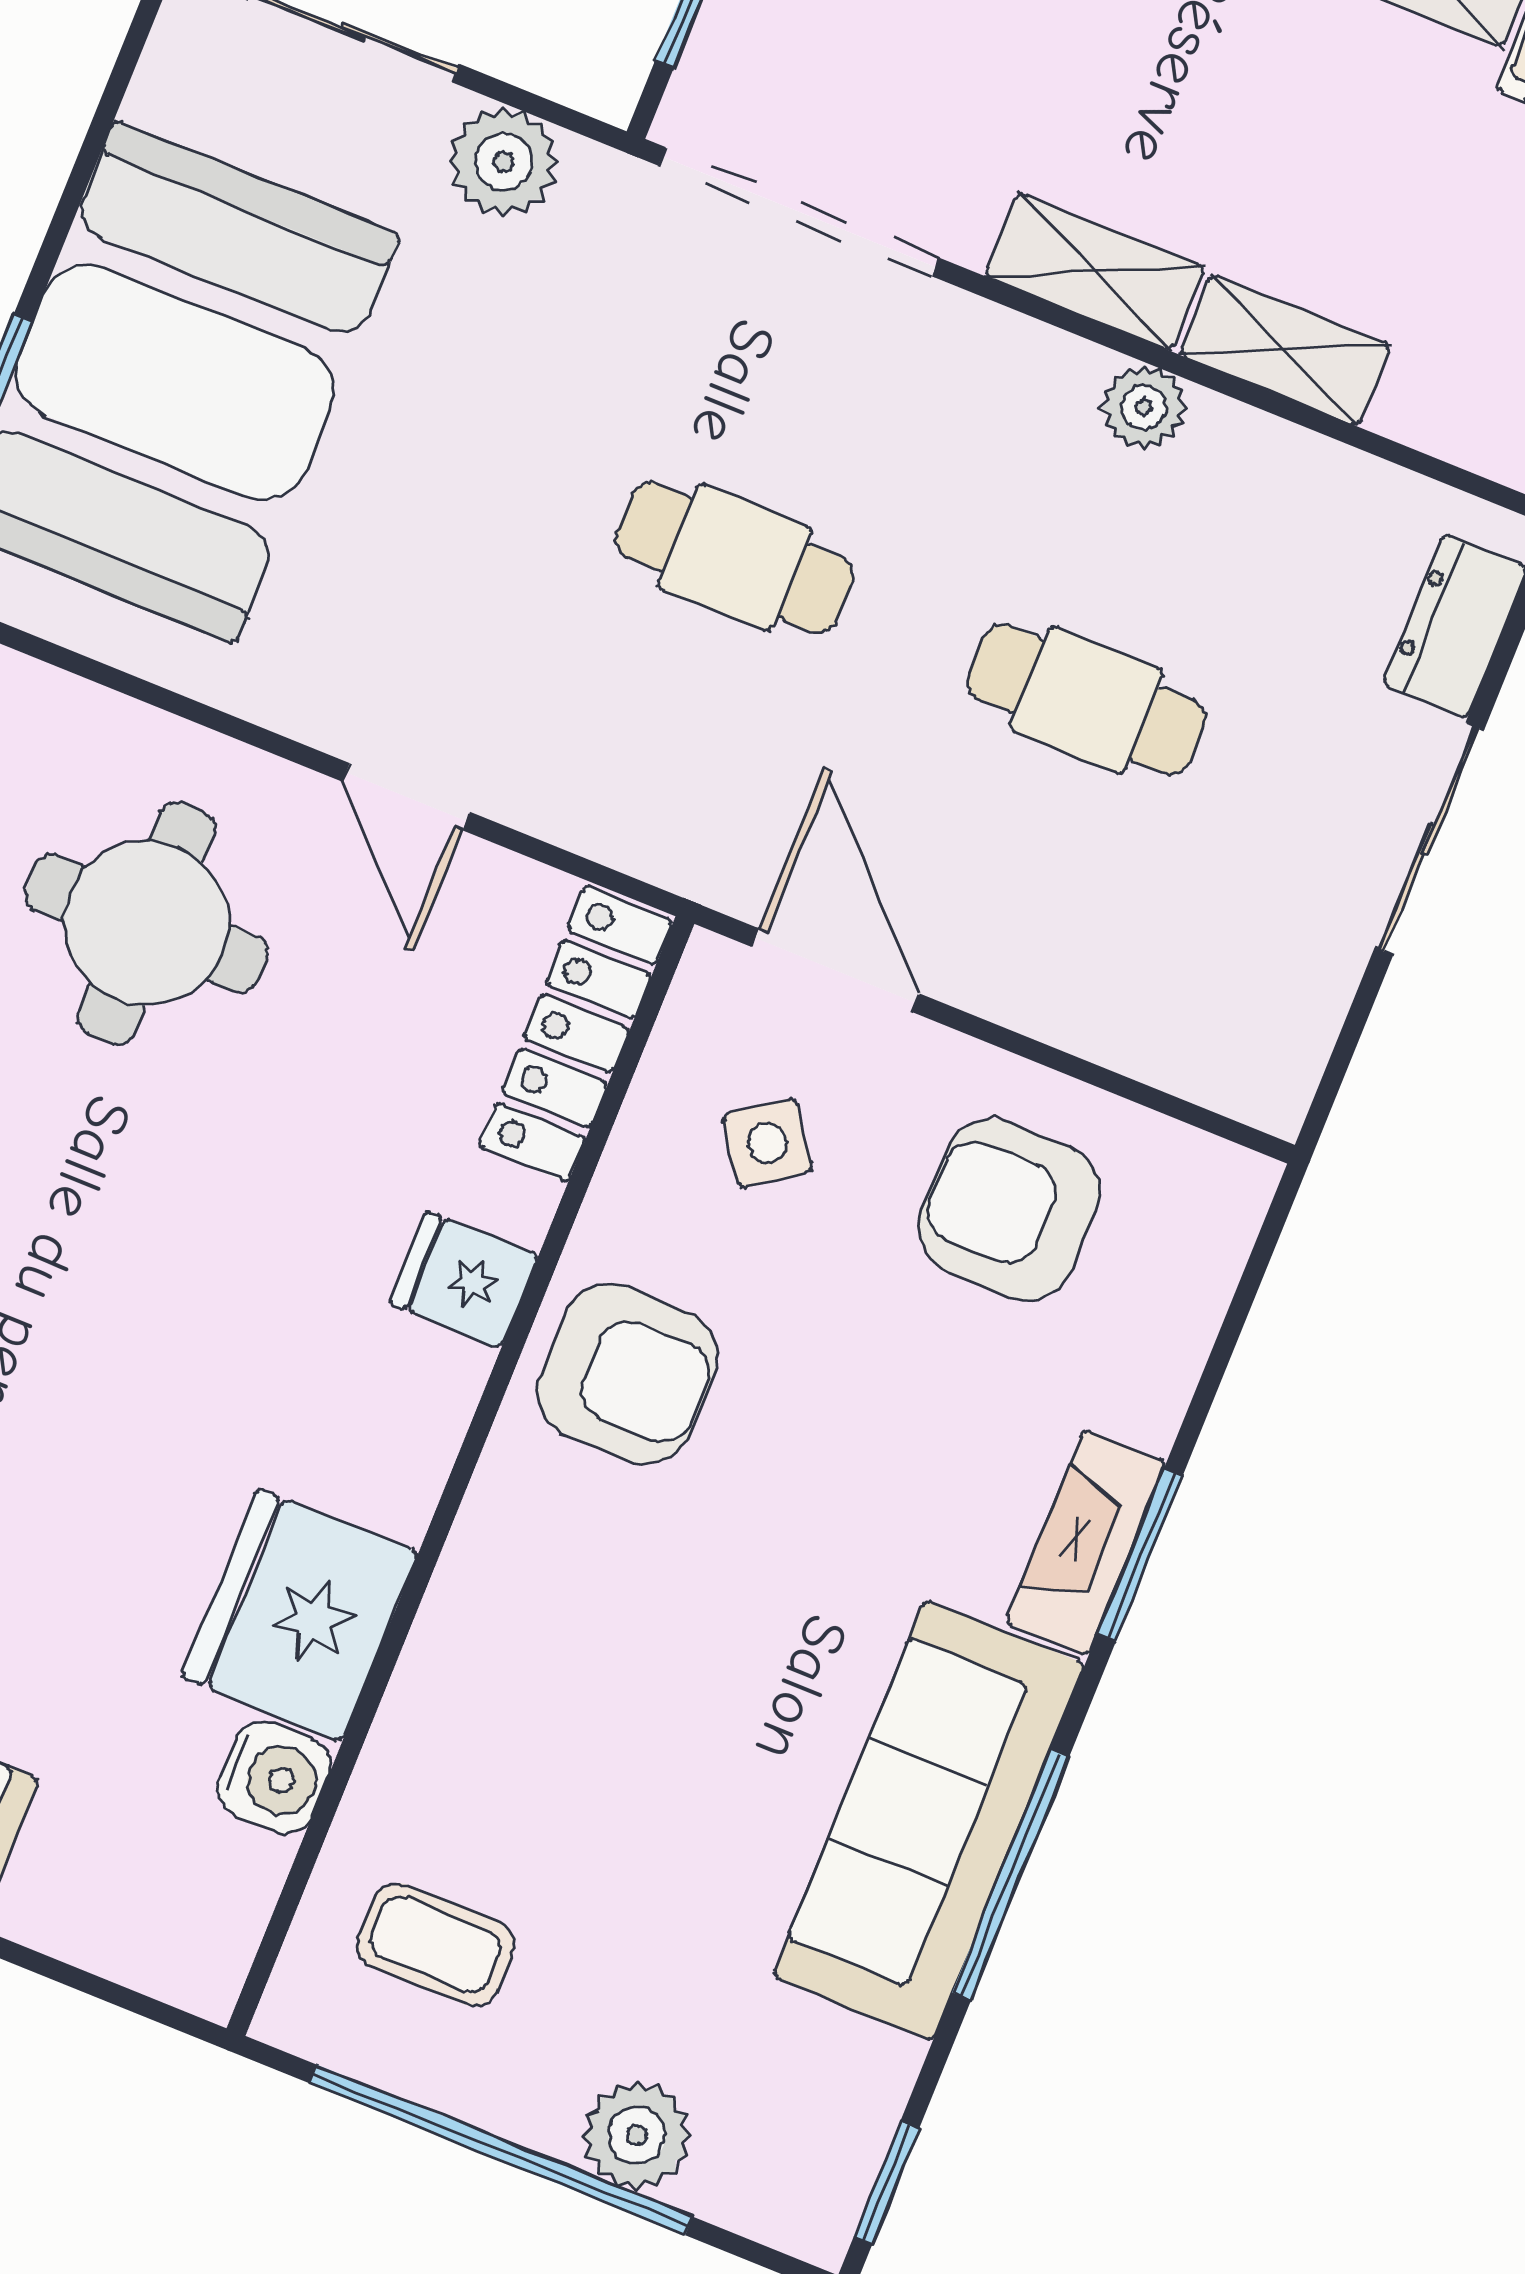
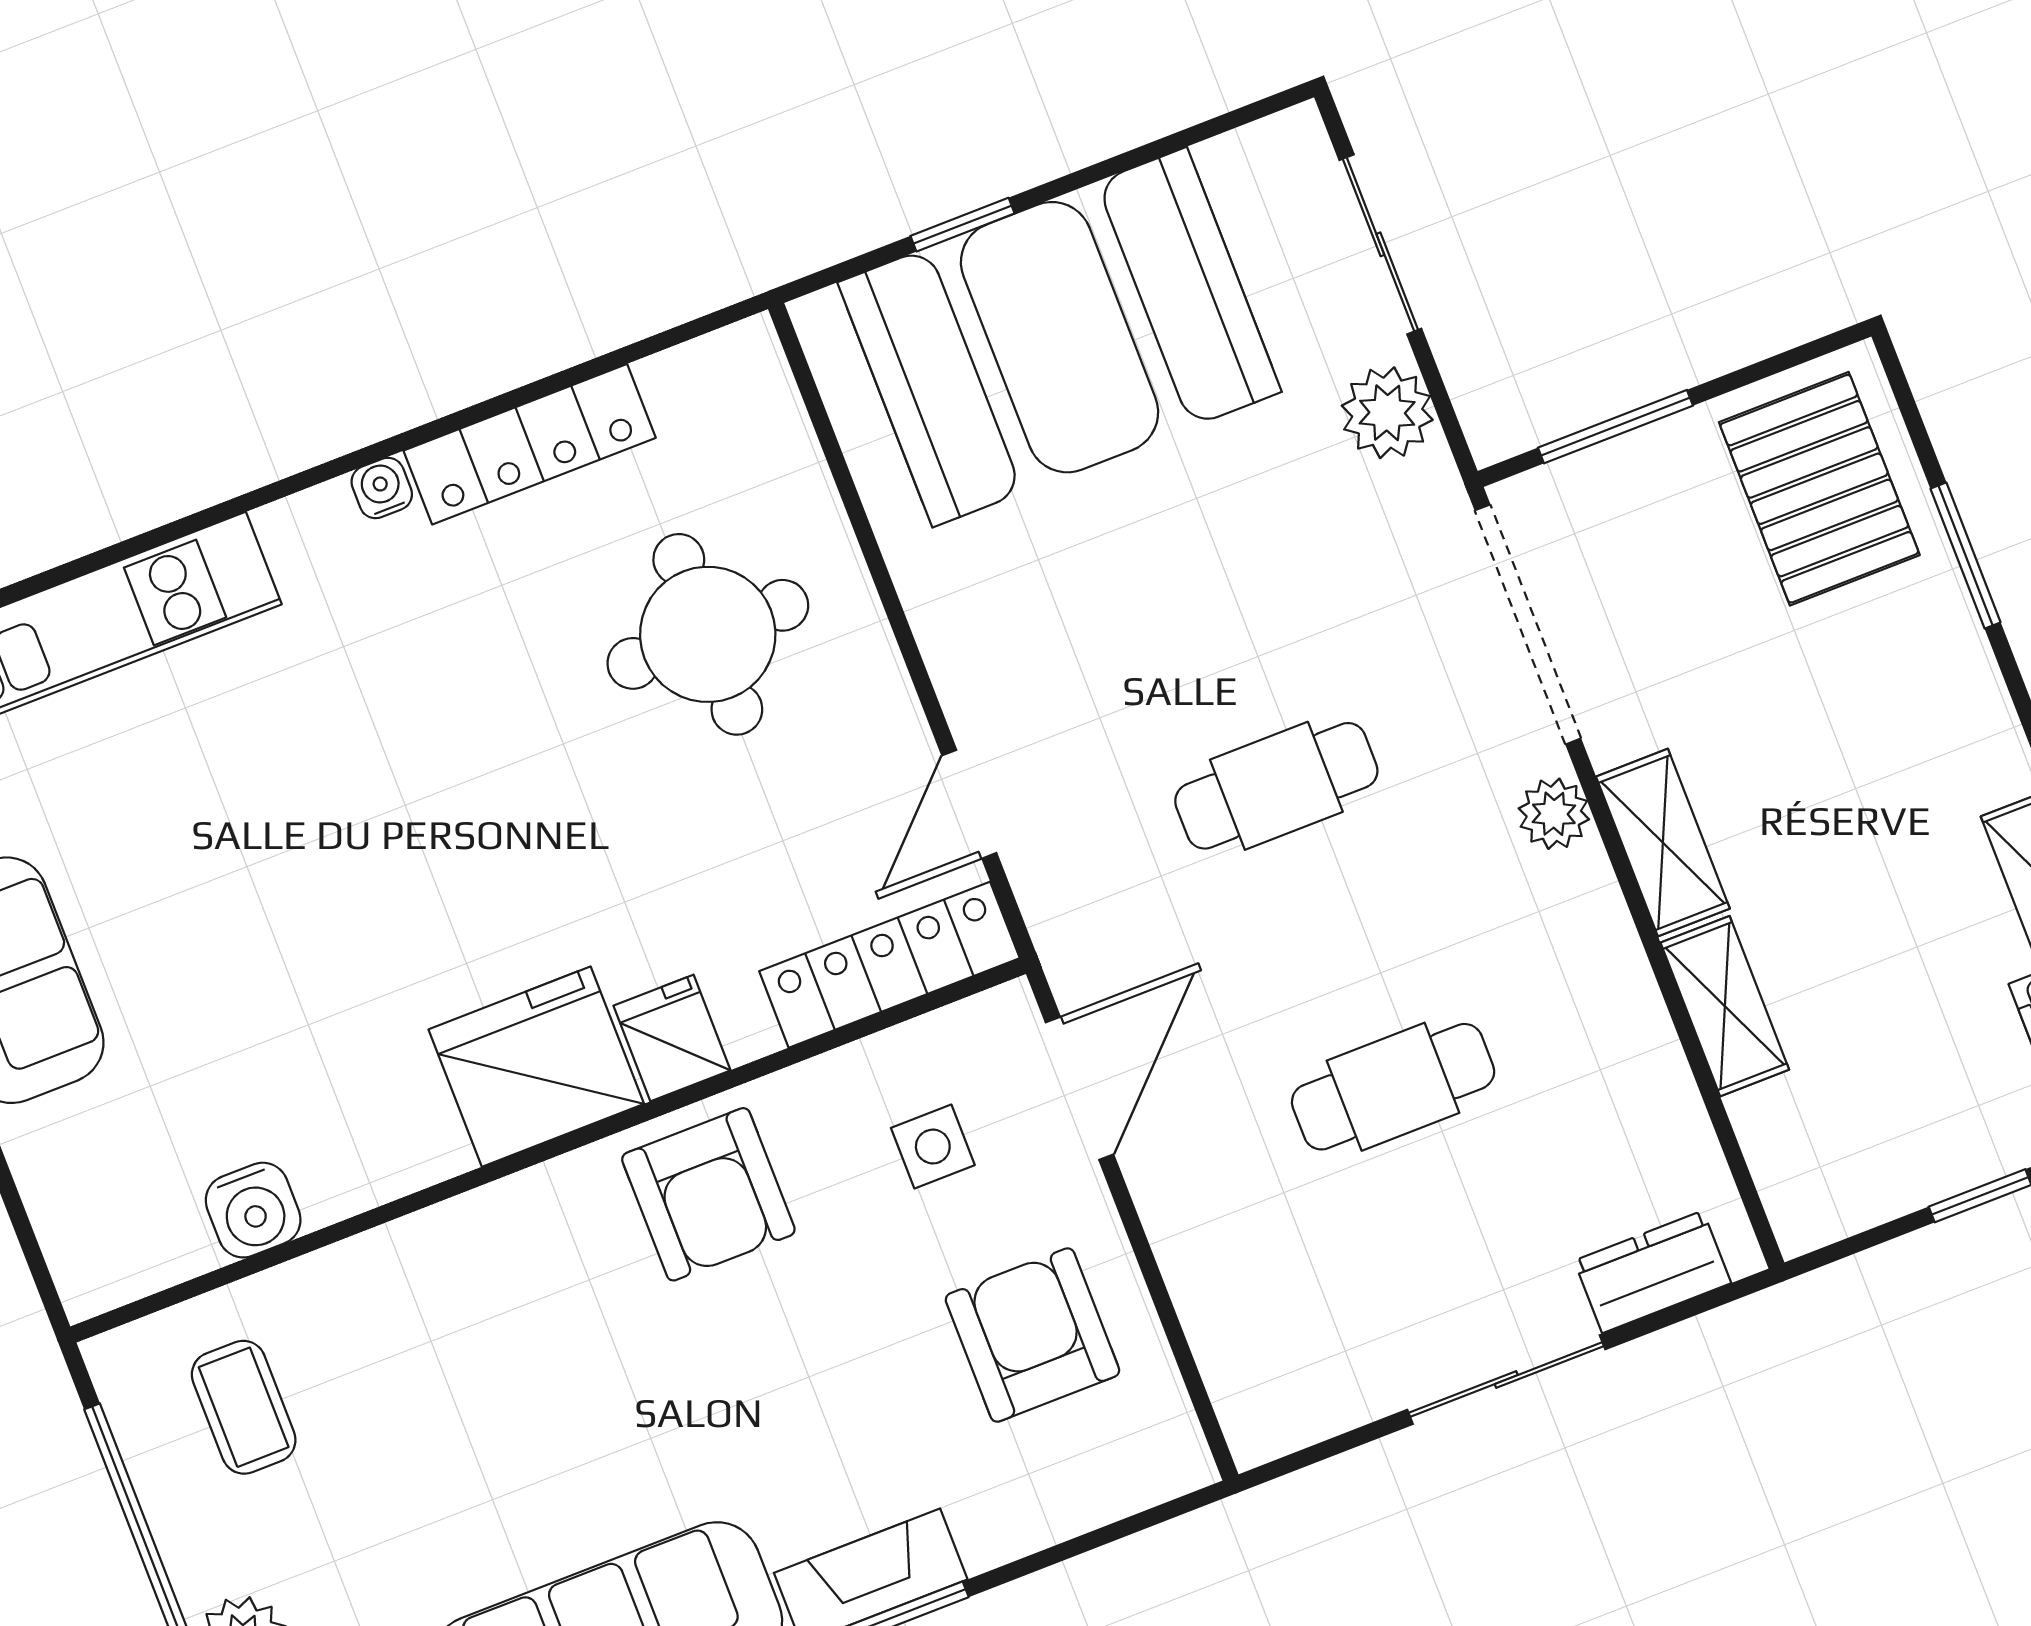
plant: (1144, 407) -> (1554, 814), moved
cafe table: (735, 558) -> (1276, 786), turned 90
cafe table: (1087, 700) -> (1393, 1087), turned 90
door: (406, 797) -> (969, 804), moved
side table: (767, 1143) -> (933, 1147), turned 36
fridge: (300, 1615) -> (536, 1067), moved

